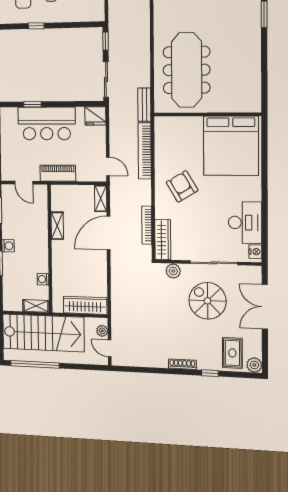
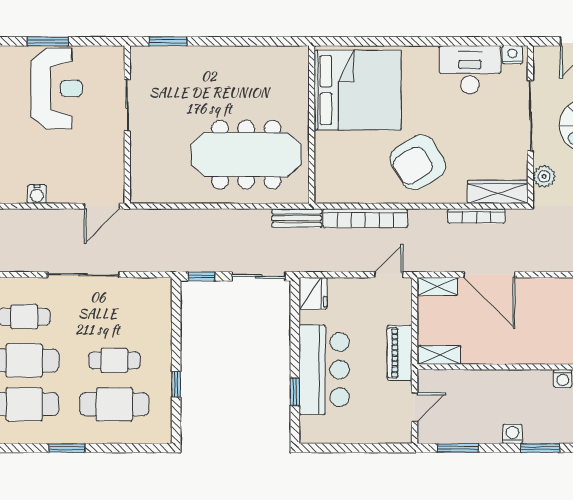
armchair: (182, 186) -> (418, 162), width x1.36, depth x1.36
shelving: (57, 226) -> (440, 355), moved

